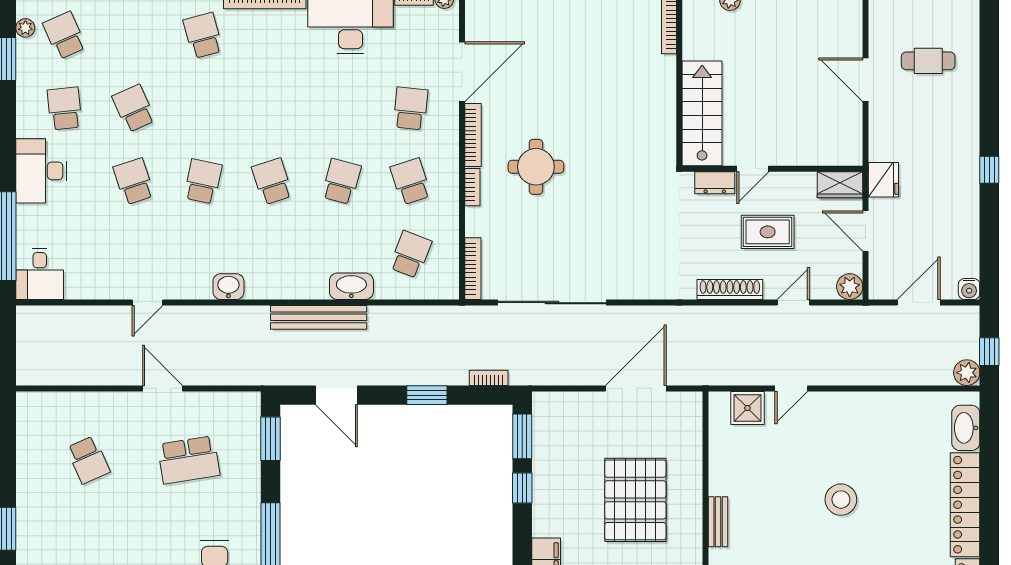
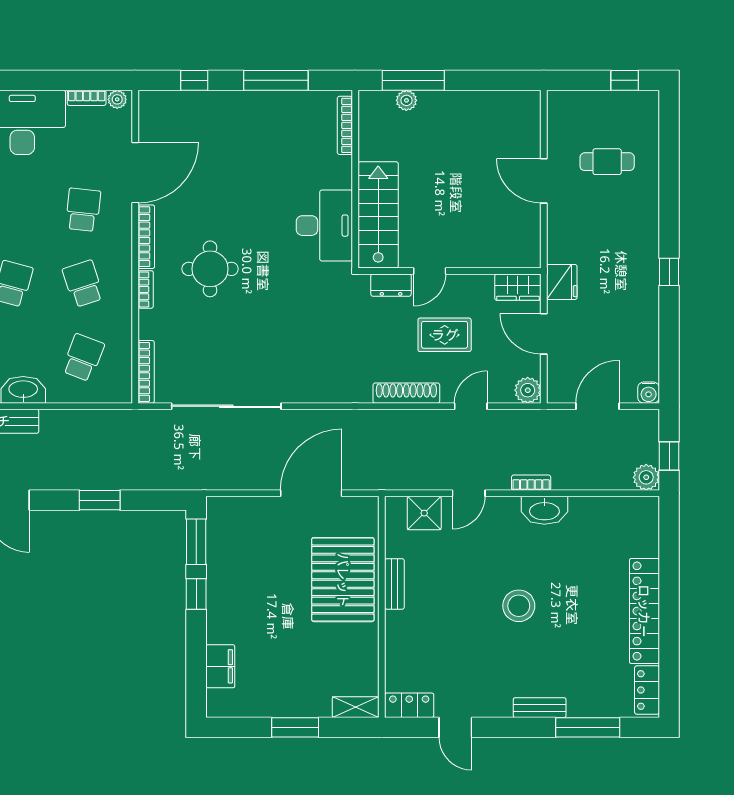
desk: (649, 124) -> (324, 226), added
bookcase: (489, 378) -> (531, 483), moved
washbasin: (966, 428) -> (544, 510), moved, turned -90
pallet: (635, 500) -> (343, 580), moved
bench: (718, 522) -> (394, 584), moved

